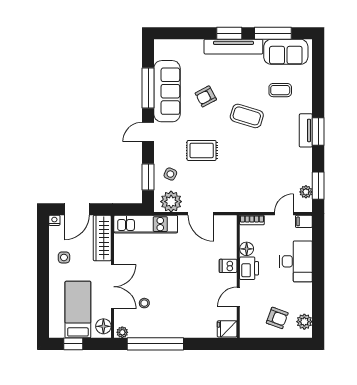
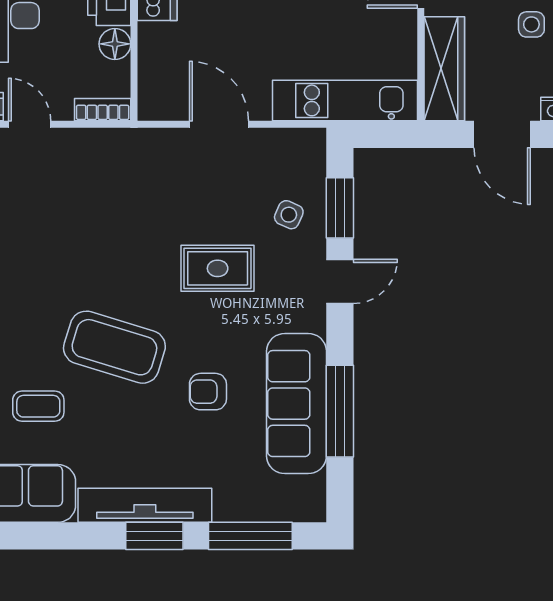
window: (273, 33) -> (250, 536), moved
armchair: (206, 96) -> (208, 392), turned -152
coffee table: (247, 116) -> (114, 347), width x1.36, depth x1.32
door: (148, 132) -> (340, 281), moved
plant: (171, 202) -> (287, 152), removed
door: (77, 209) -> (502, 134), swing flipped
door: (284, 214) -> (30, 124), swing flipped

